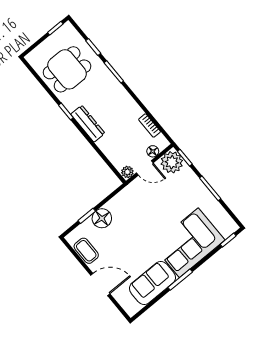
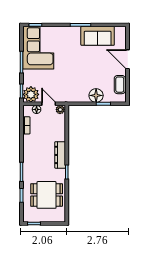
corner sofa: (189, 243) -> (38, 48), moved, turned -90

